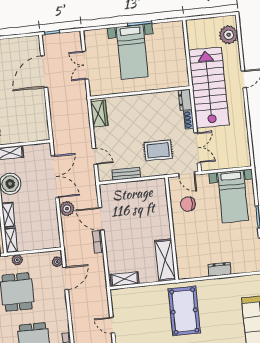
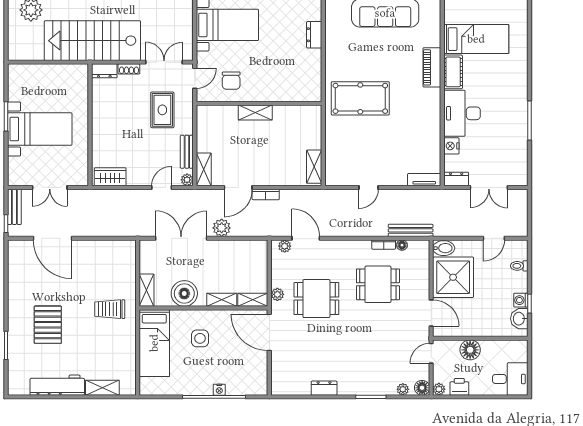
bench: (67, 38) -> (14, 207), added
plant: (103, 176) -> (187, 180), added
shelving: (113, 189) -> (204, 169), added
shelving: (165, 260) -> (255, 113), moved, width x0.67, depth x0.75
dresser: (220, 269) -> (314, 35), moved

